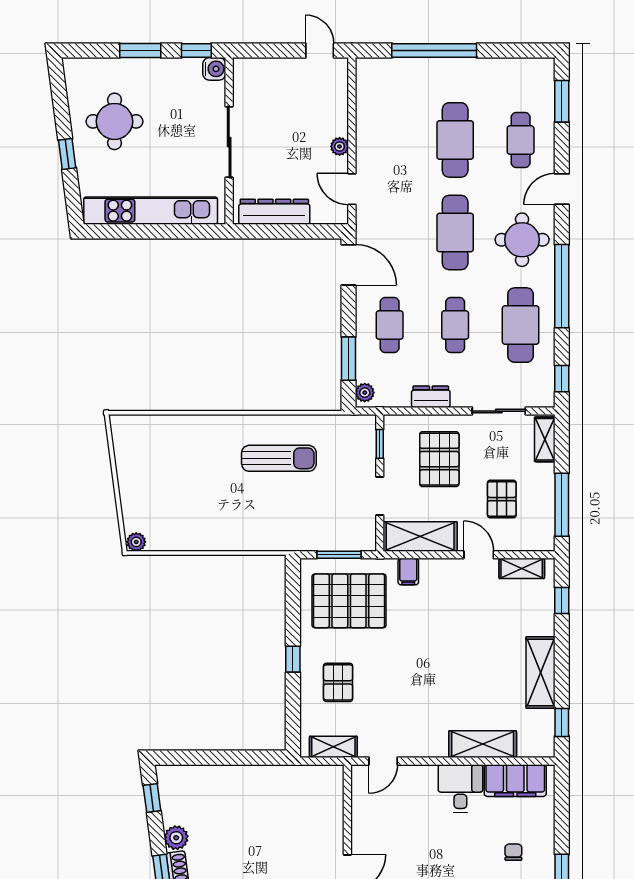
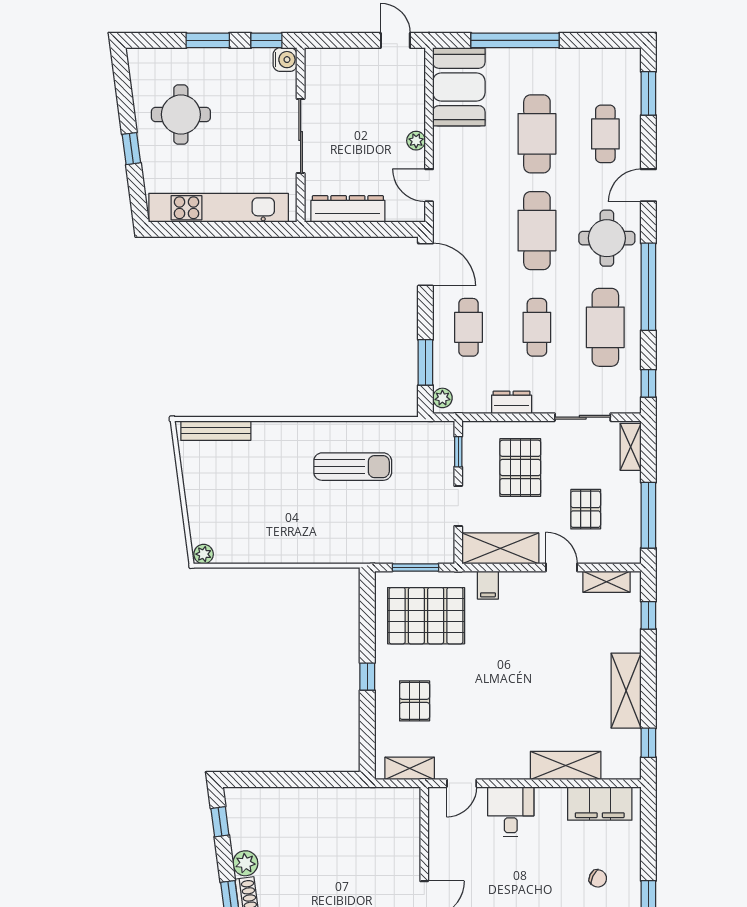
booth: (380, 95) -> (459, 87), added
bench: (148, 424) -> (216, 431), added
desk: (460, 788) -> (511, 812), moved
chair: (513, 852) -> (598, 878), turned 115

